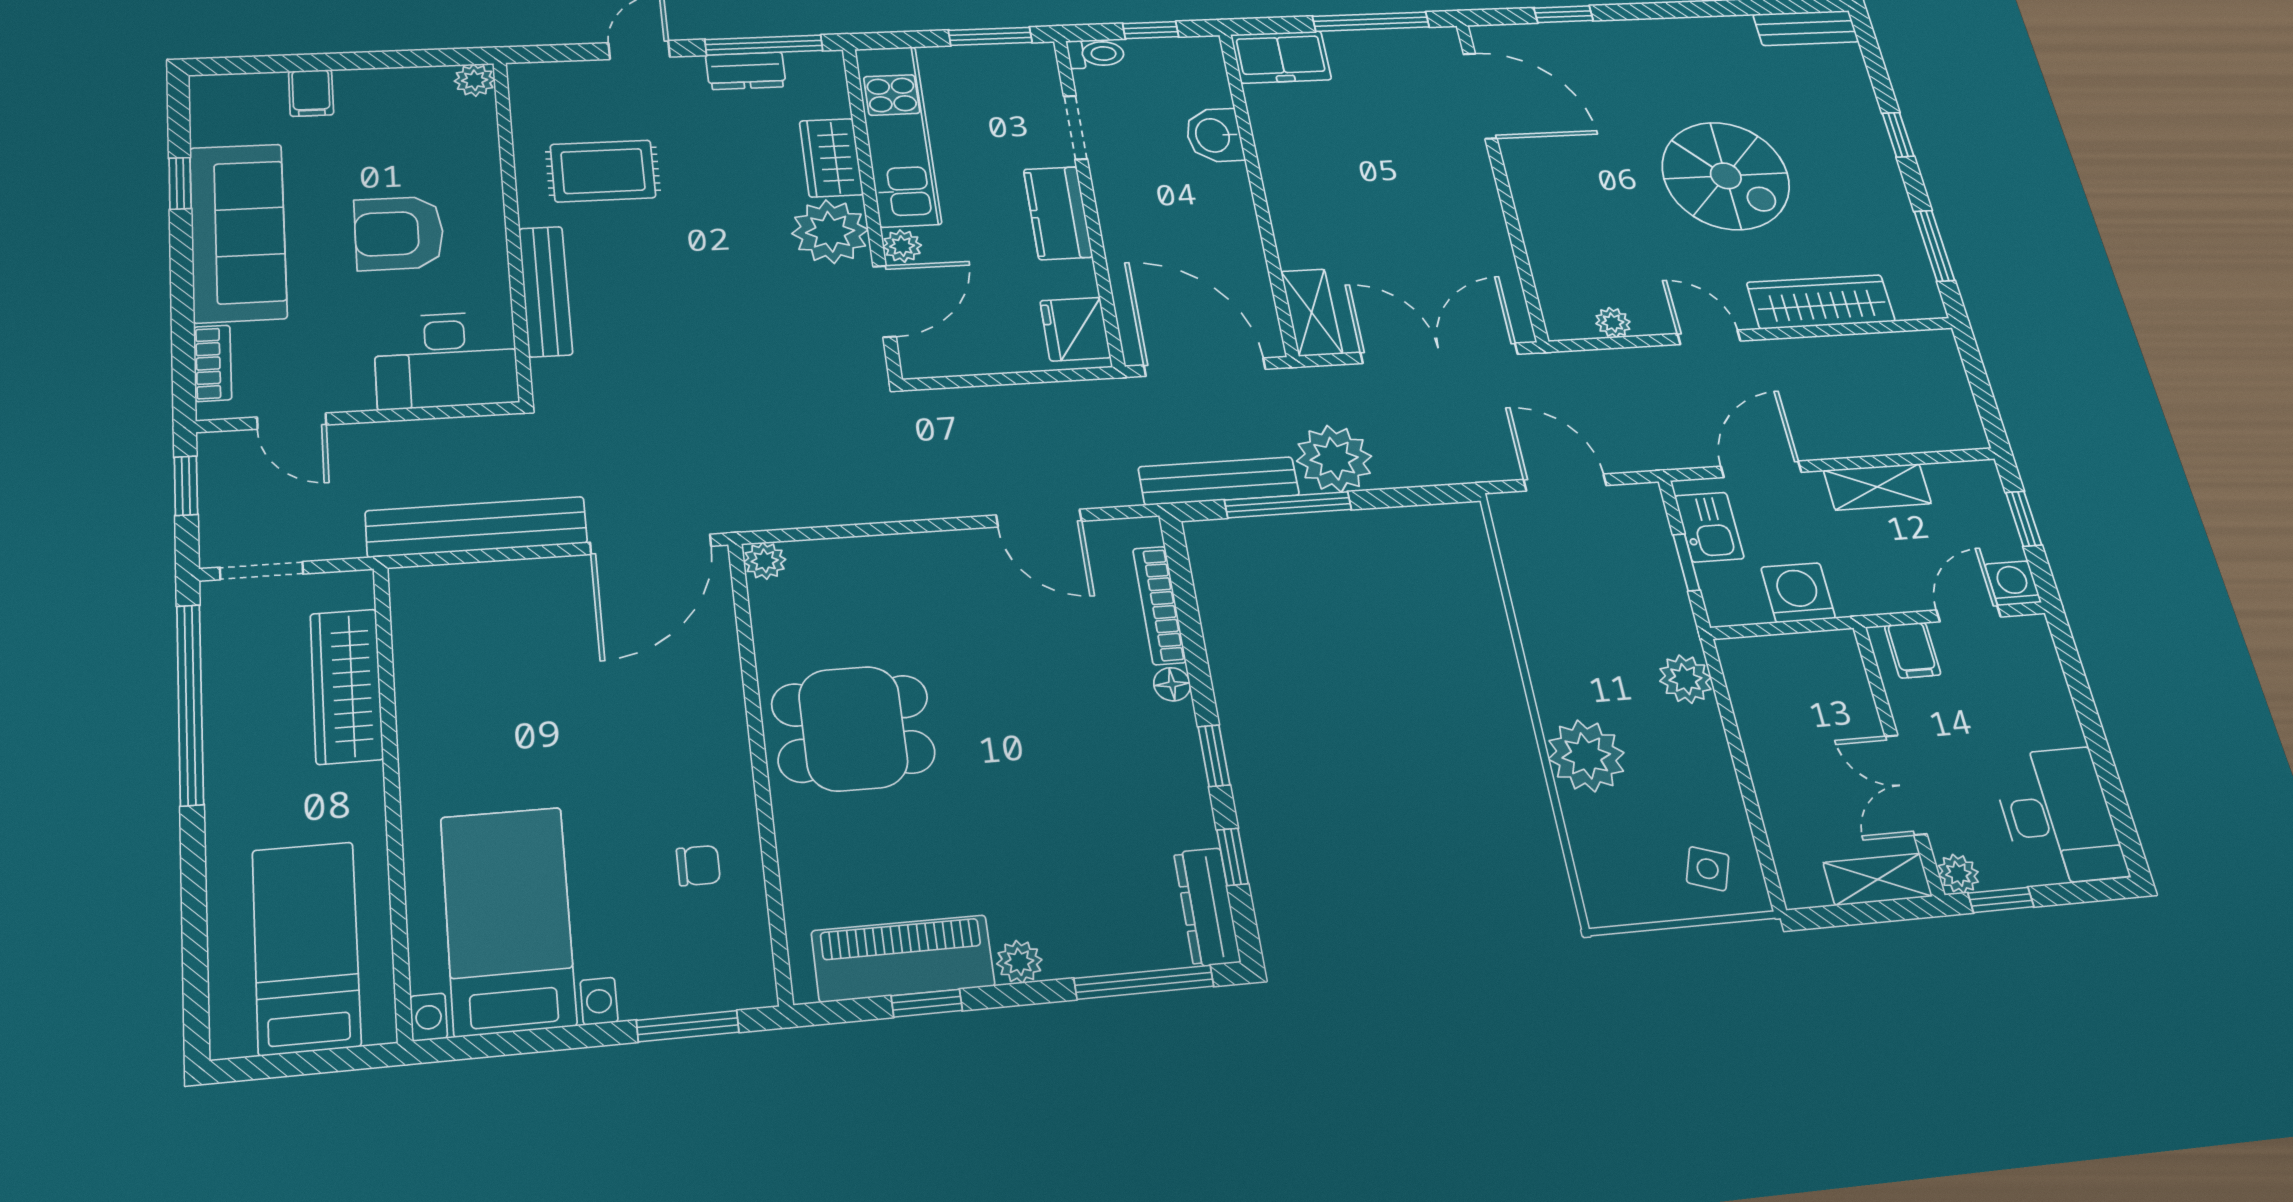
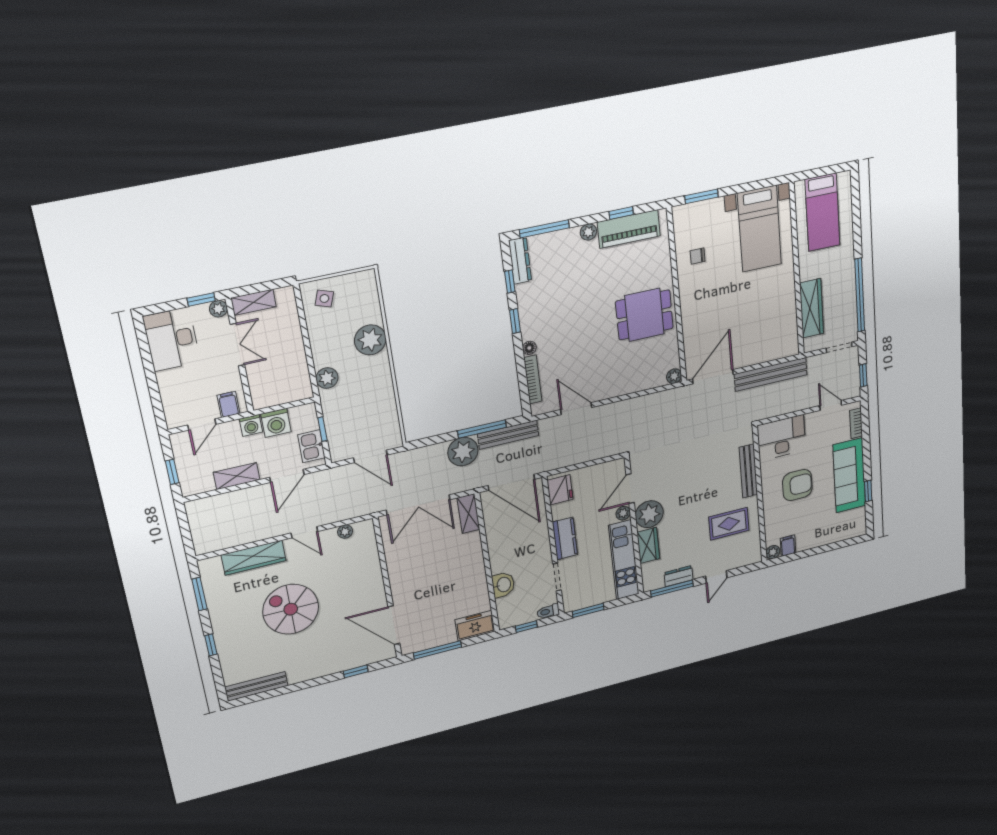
bench: (1806, 28) -> (256, 686), width x1.36
filing cabinet: (311, 93) -> (788, 546), moved
washing machine: (2013, 583) -> (251, 425), moved

